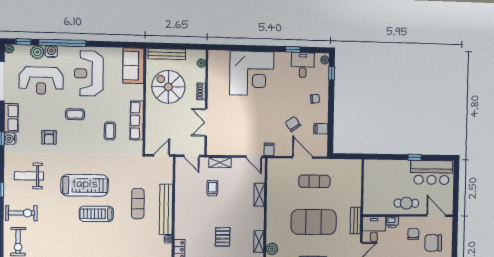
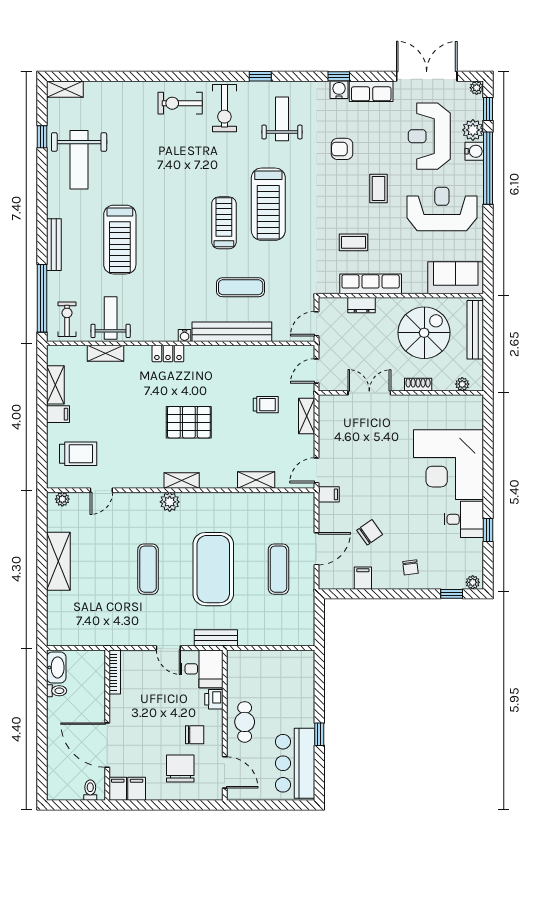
desk: (303, 65) -> (464, 519), moved
dresser: (150, 126) -> (362, 305), added
door: (162, 155) -> (316, 324), swing flipped
door: (436, 216) -> (225, 772), hinge flipped
pallet: (223, 237) -> (189, 422), width x1.50, depth x1.42

